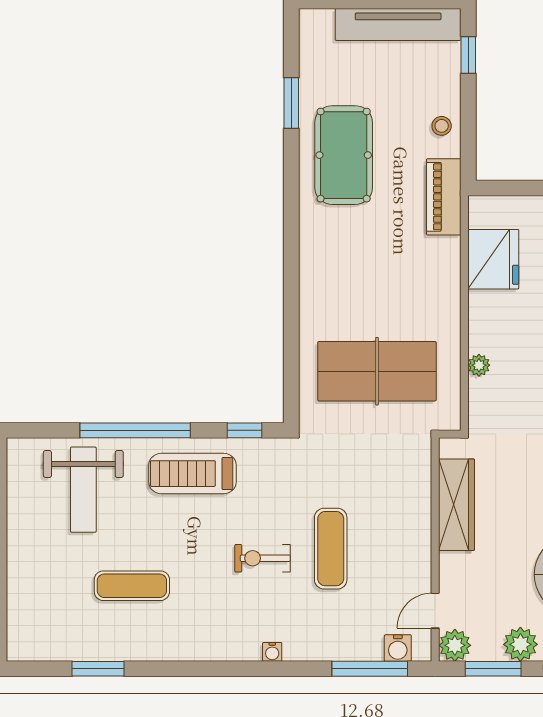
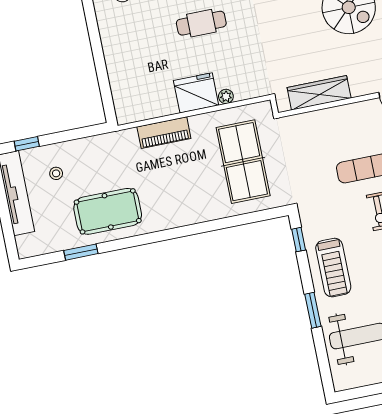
stool: (442, 126) -> (56, 173), moved
piano: (444, 197) -> (164, 133), moved
fridge: (493, 259) -> (196, 93), moved
window: (135, 430) -> (313, 310), width x0.47

